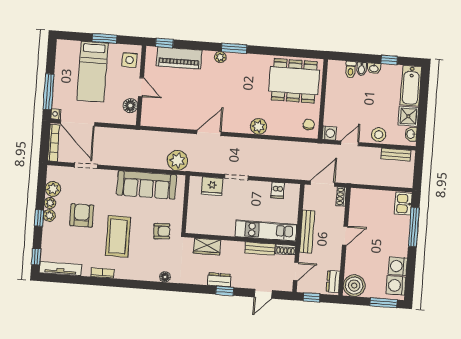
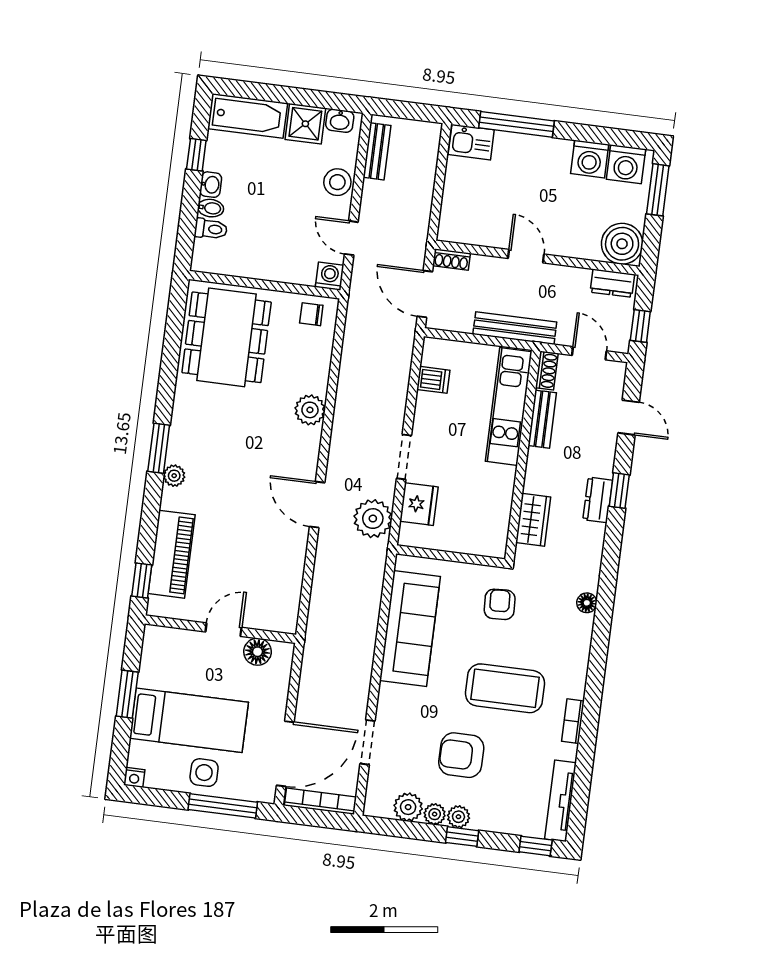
side table: (130, 60) -> (204, 773), moved
nightstand: (56, 114) -> (134, 777), moved
plant: (177, 160) -> (373, 519), moved

